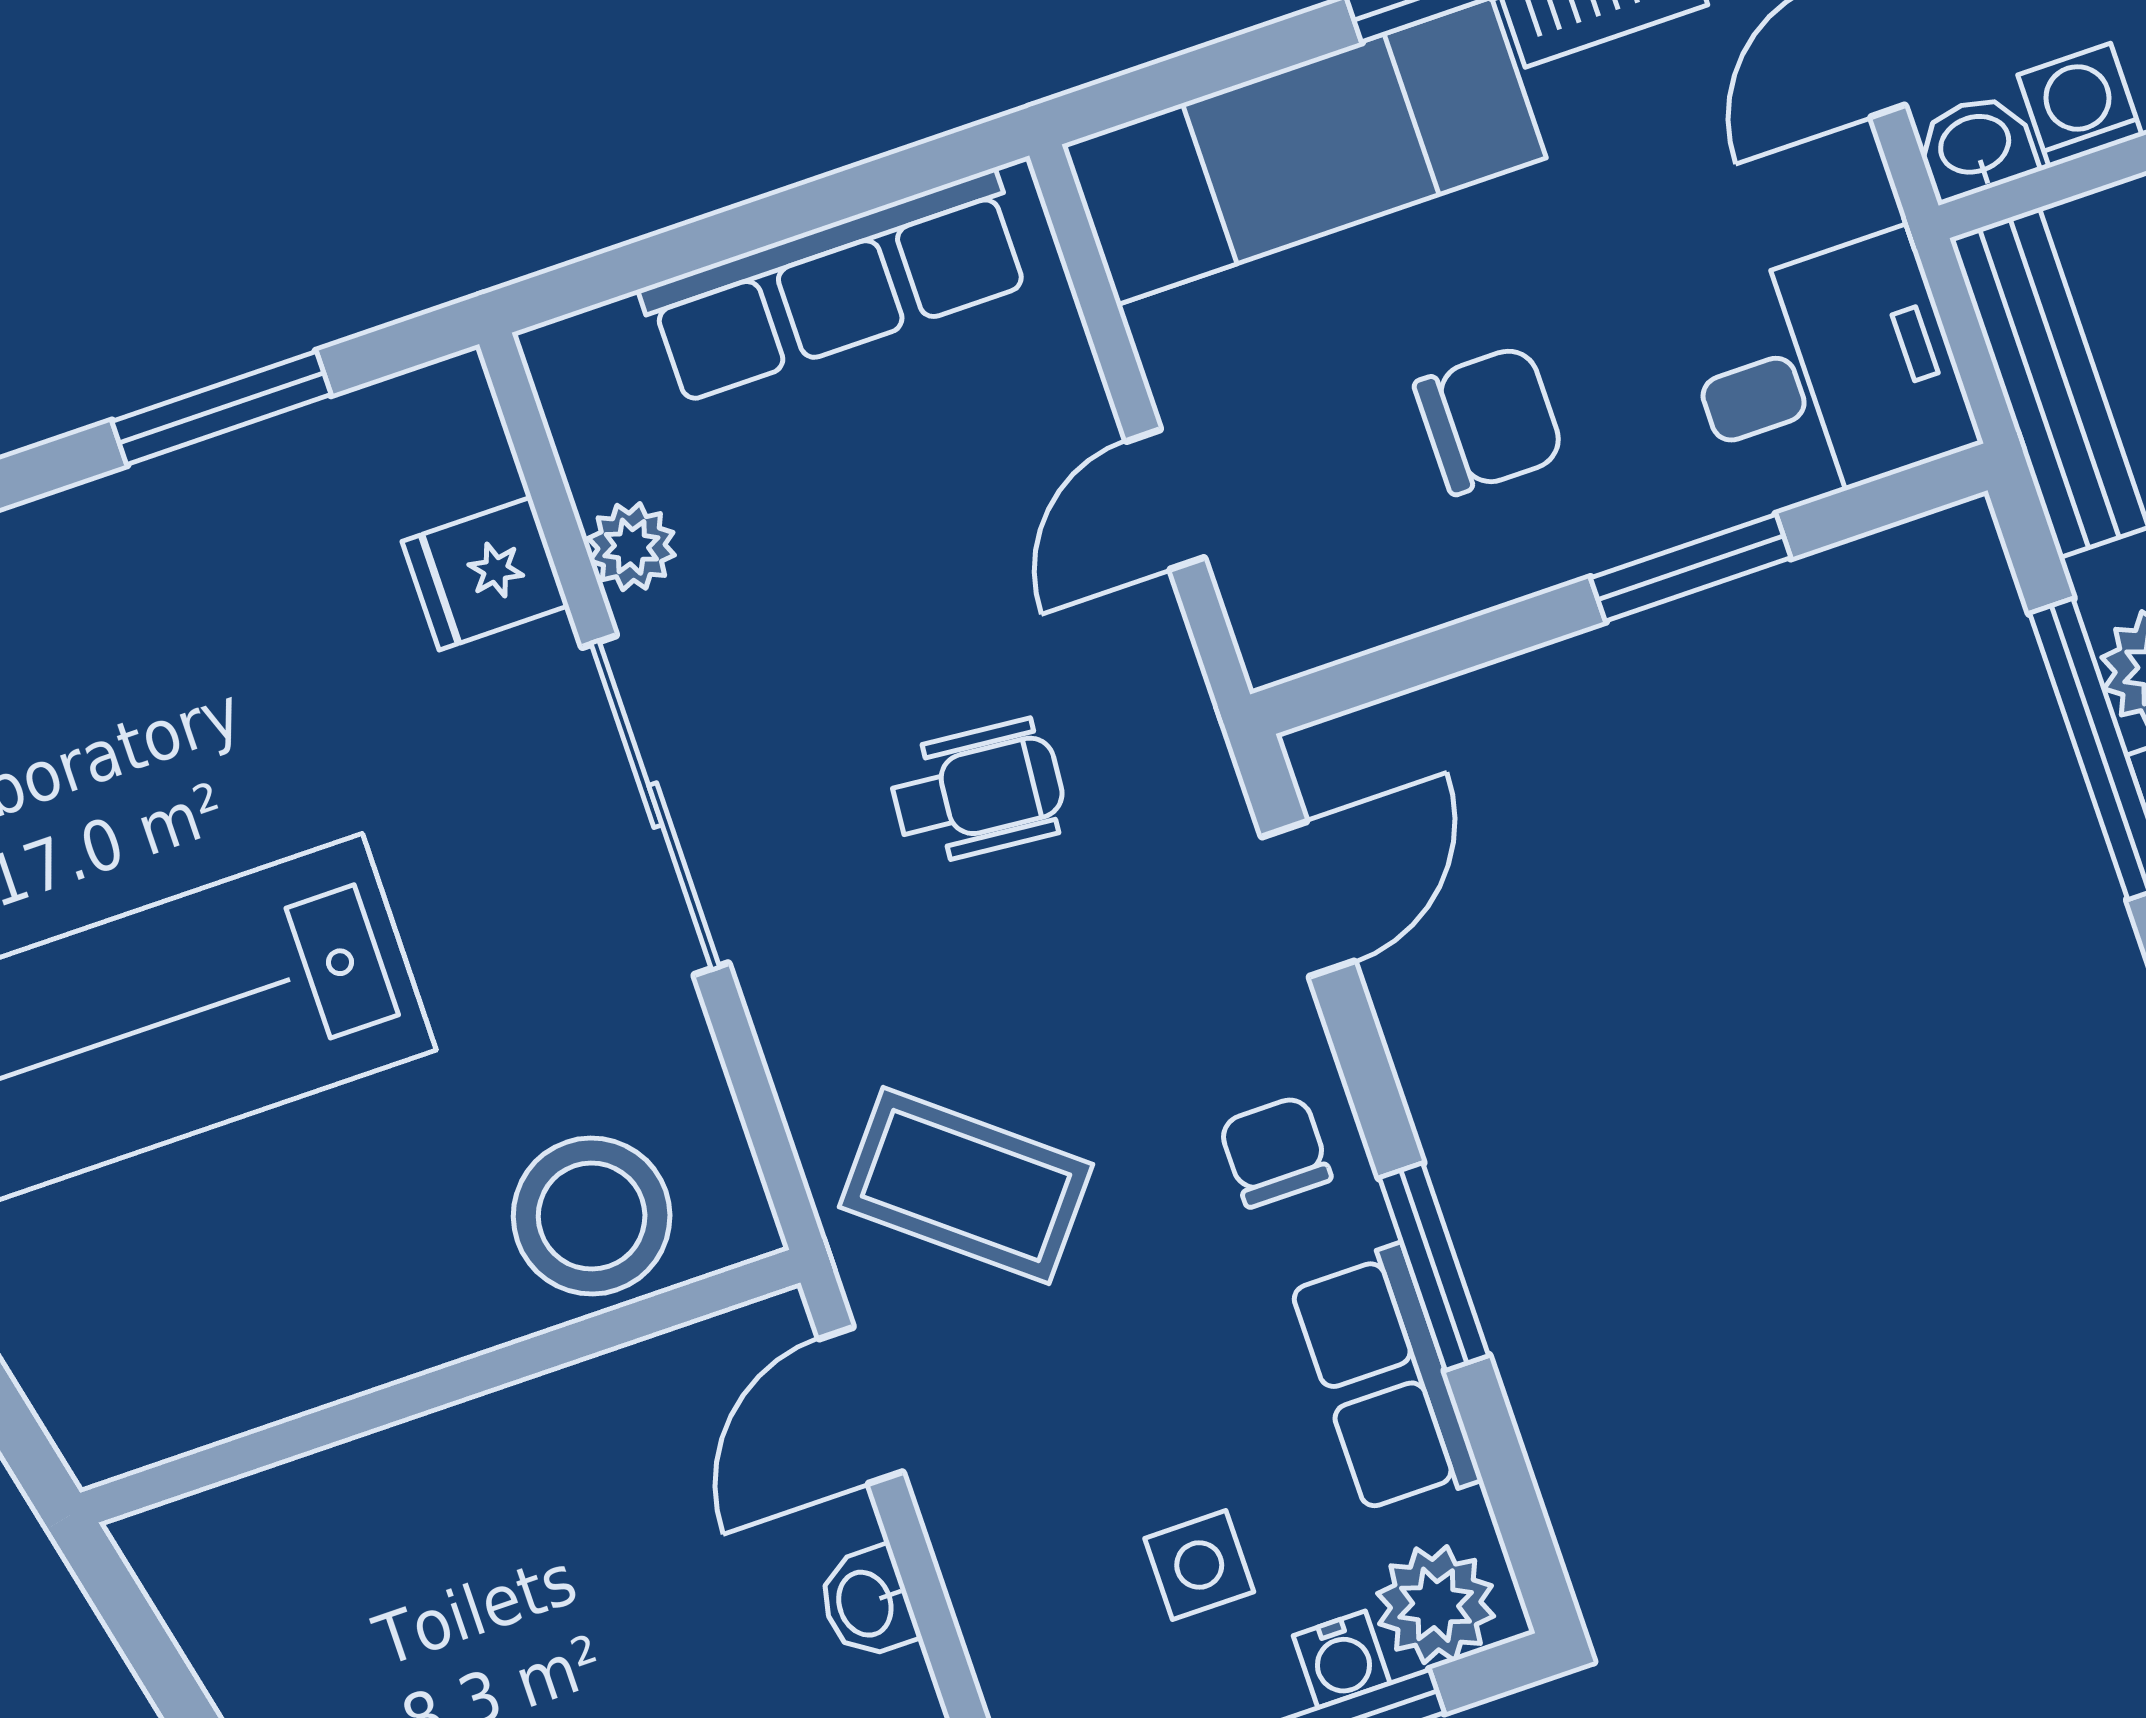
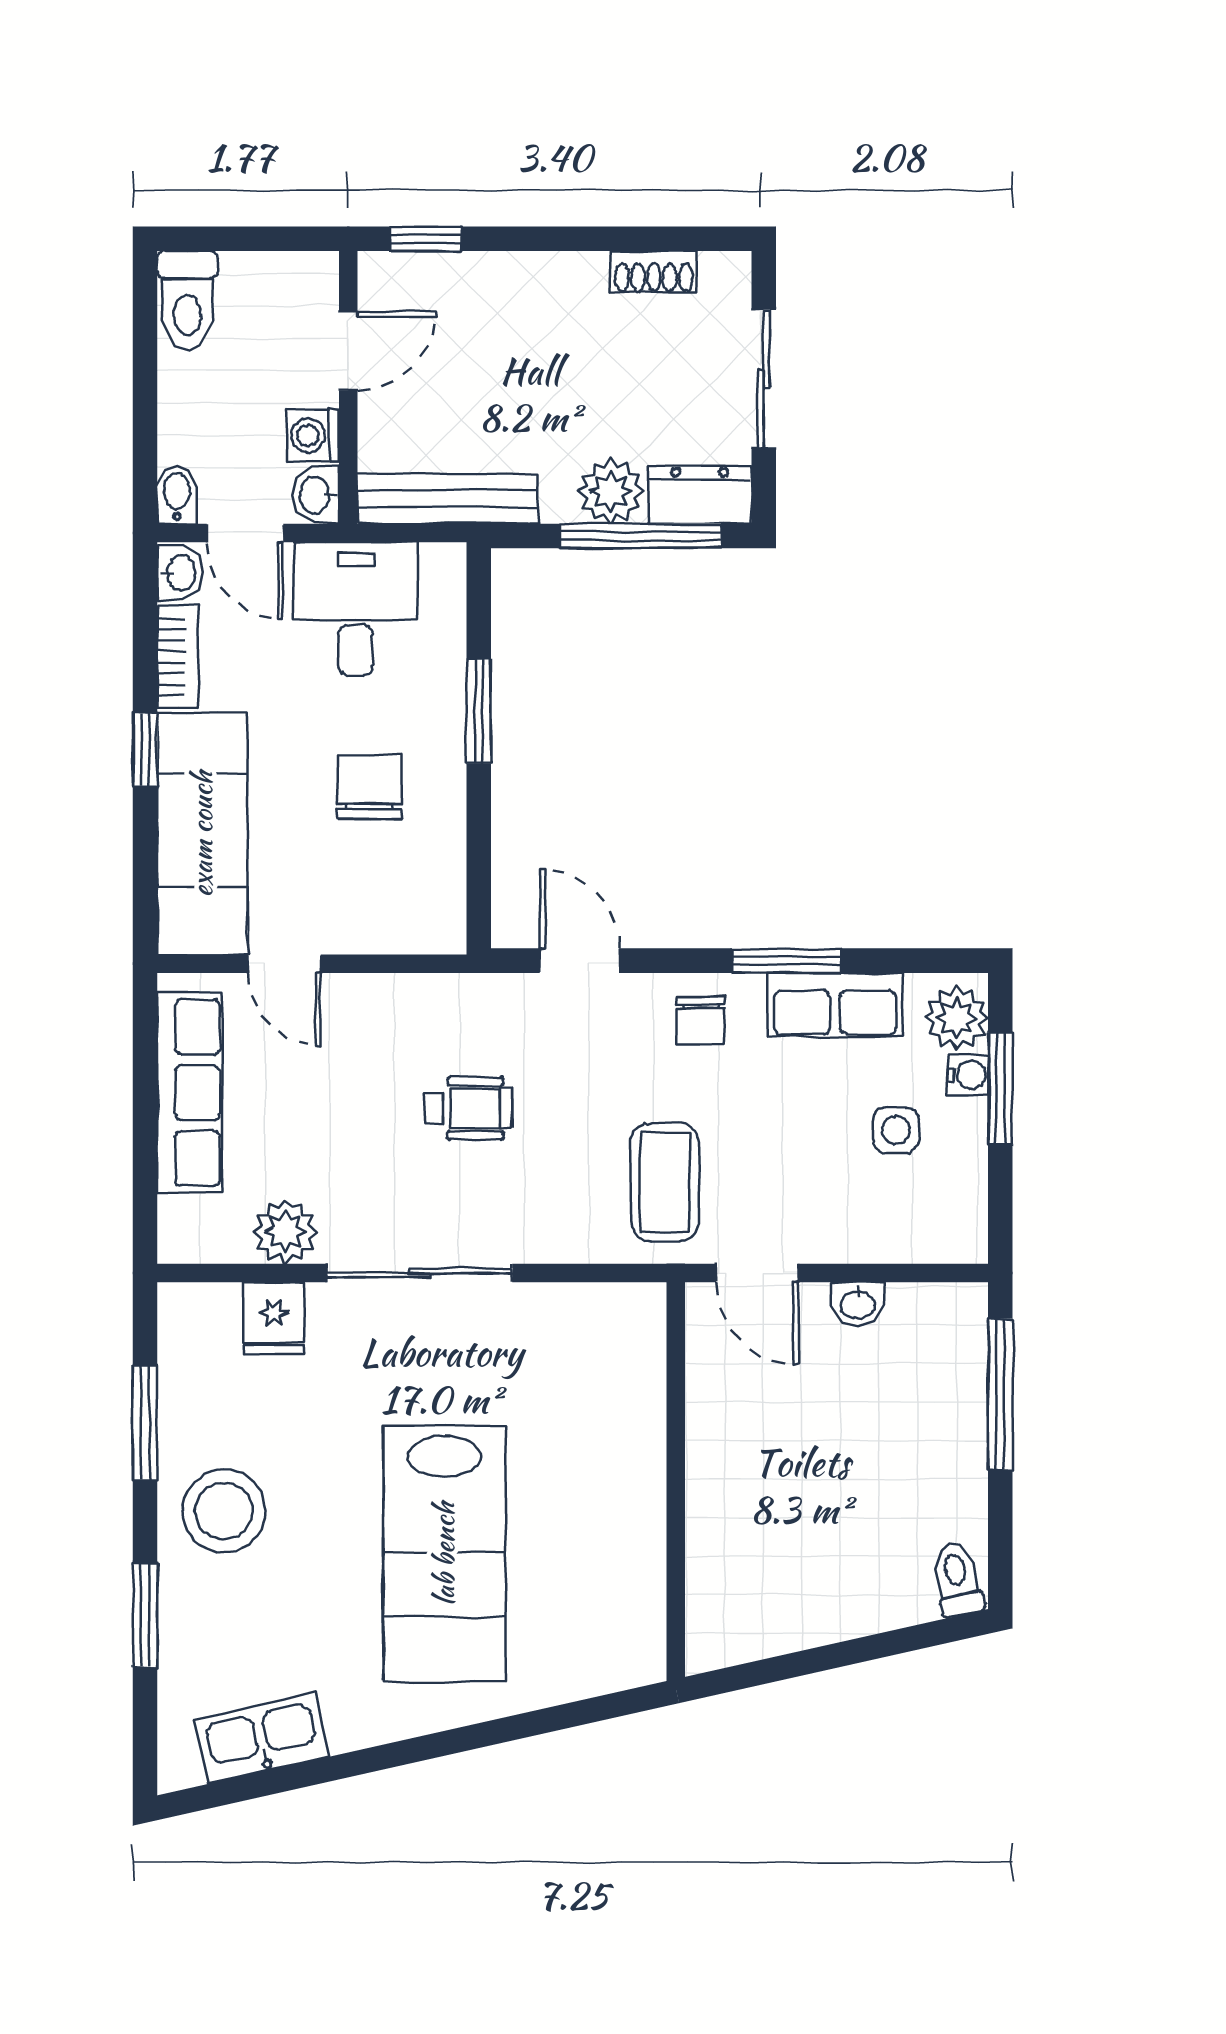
desk: (1827, 374) -> (356, 609), moved
door: (1165, 499) -> (284, 964), moved
plant: (631, 547) -> (285, 1232), width x1.38, depth x1.38
wheelchair: (978, 792) -> (469, 1108), turned 85
chair: (1275, 1151) -> (701, 1021), turned -90
coffee table: (966, 1186) -> (665, 1182), turned -39
stool: (592, 1216) -> (224, 1511), moved

